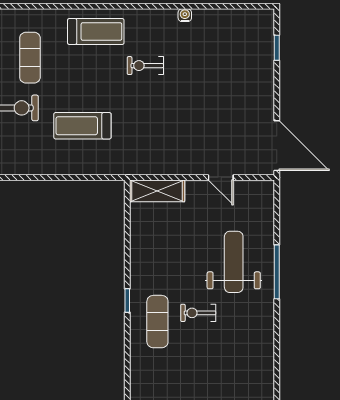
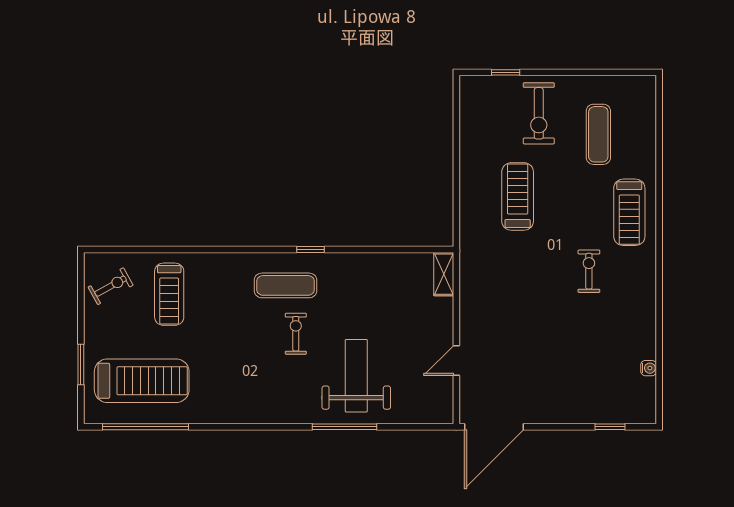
water cooler: (185, 15) -> (649, 368), moved
exercise mat: (30, 58) -> (598, 134), turned 90
shelving: (157, 191) -> (444, 274), width x0.67, depth x0.75
weight bench: (234, 262) -> (356, 376), turned -90

